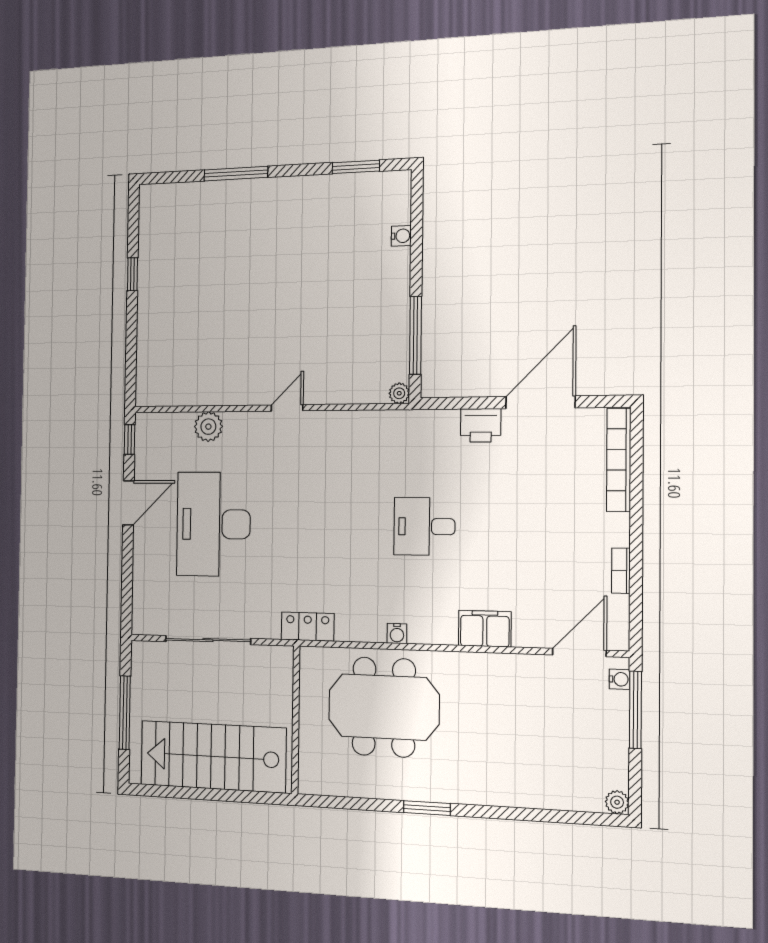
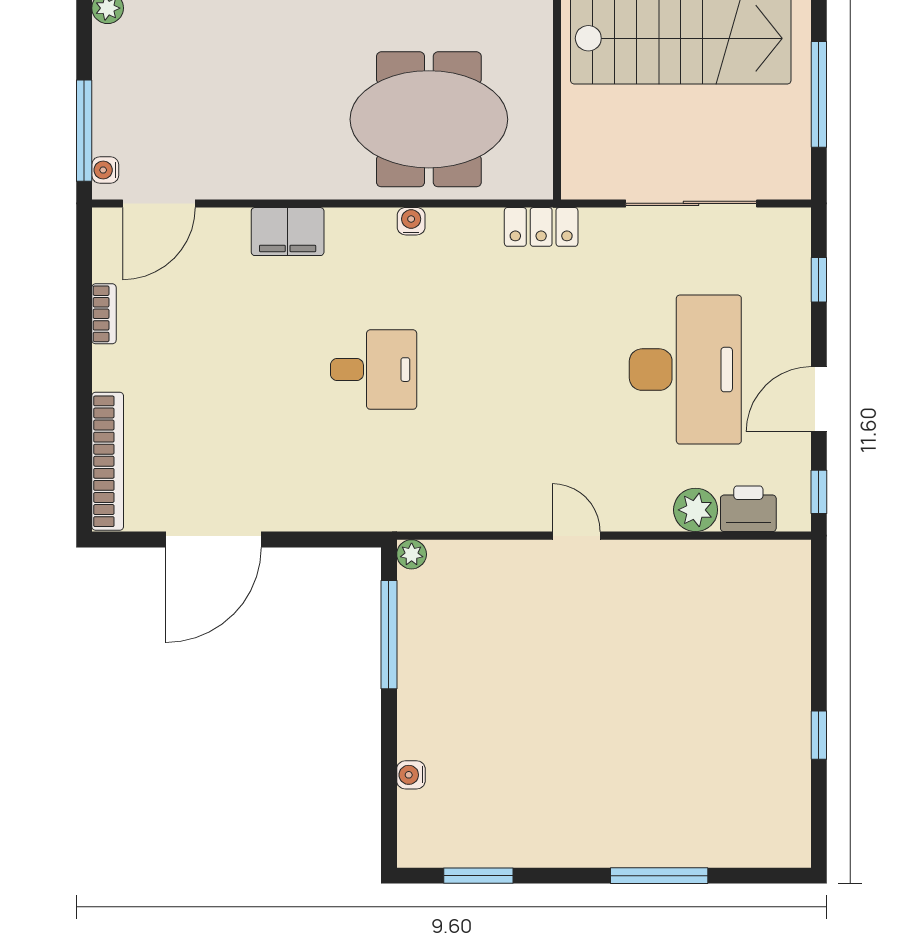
door: (287, 408) -> (576, 536), swing flipped
printer: (481, 425) -> (748, 509), moved
window: (127, 585) -> (819, 280), added

